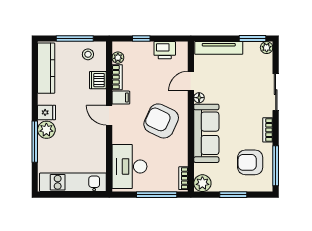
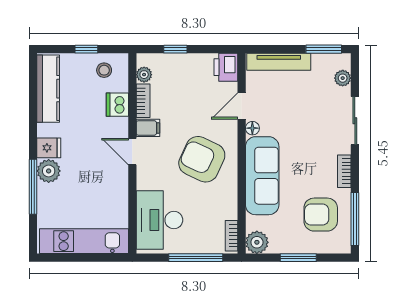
window: (75, 38) -> (86, 49), width x0.46
plant: (267, 48) -> (343, 78), moved
printer: (165, 50) -> (226, 67), moved, turned 90

